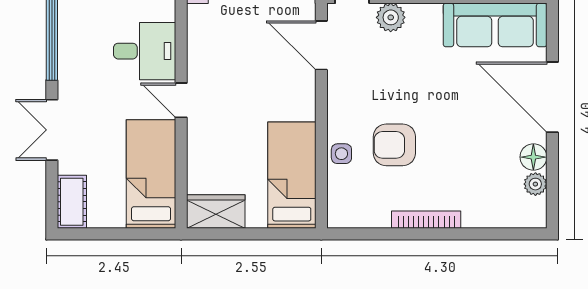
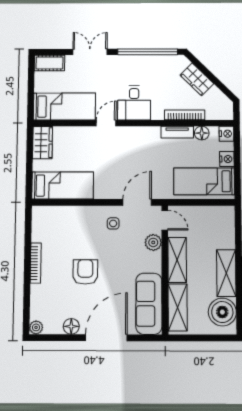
armchair: (394, 145) -> (85, 272), moved
side table: (341, 154) -> (113, 223), moved
plant: (535, 184) -> (36, 327), moved

